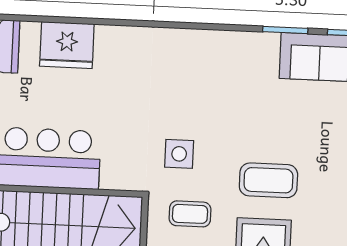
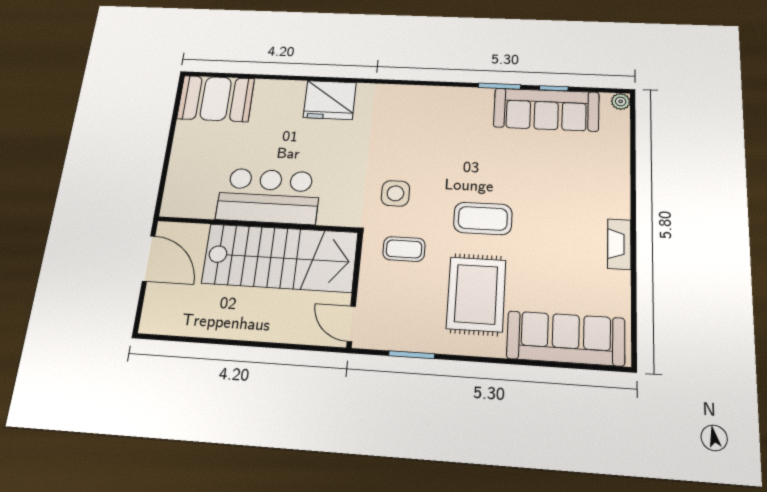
fridge: (67, 45) -> (330, 100), moved

